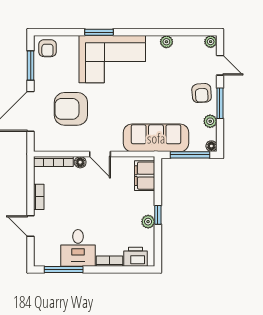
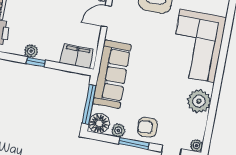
window: (99, 32) -> (226, 38), removed
plant: (166, 42) -> (199, 101), width x1.88, depth x1.88
floor lamp: (211, 146) -> (99, 123), width x1.89, depth x1.89

